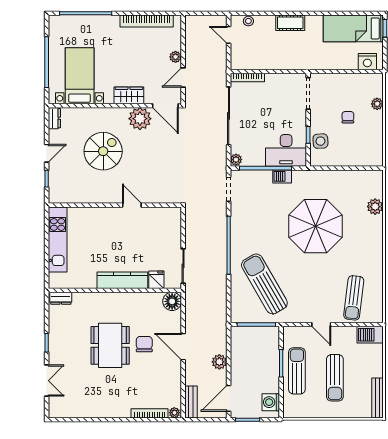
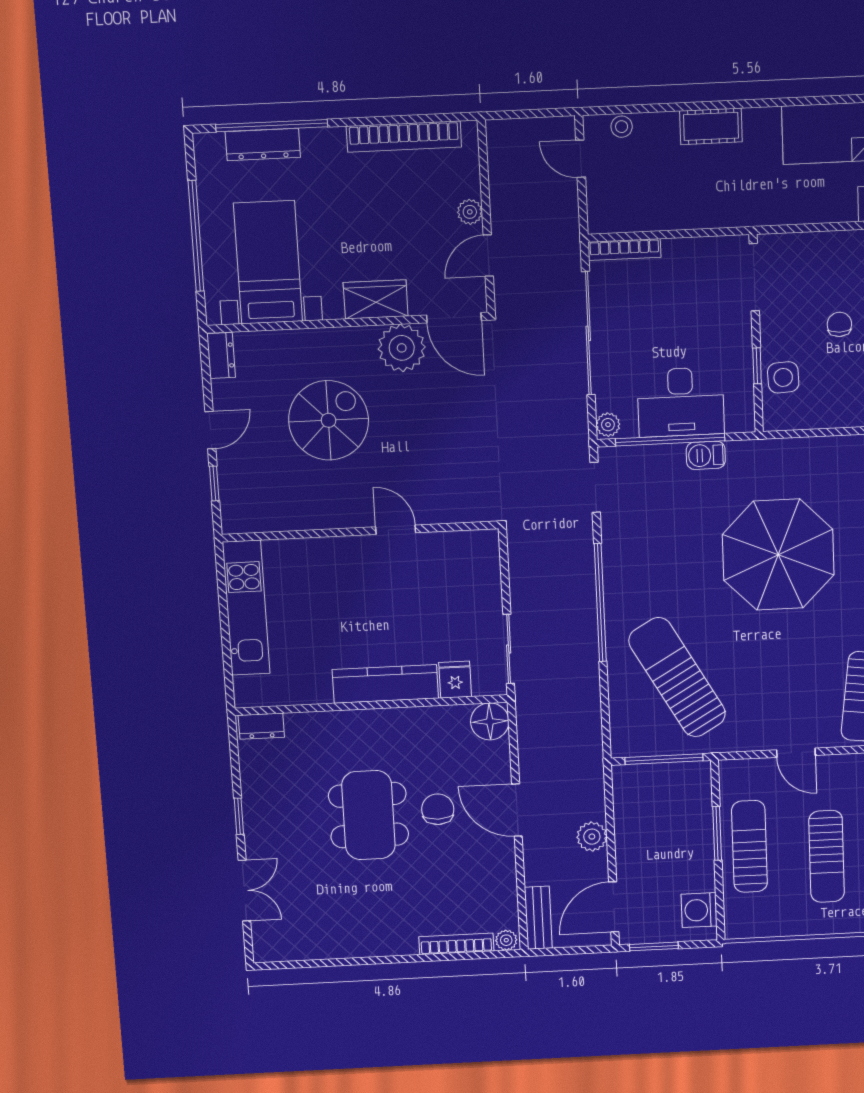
dresser: (81, 22) -> (263, 144), added
desk: (286, 150) -> (681, 402), moved

